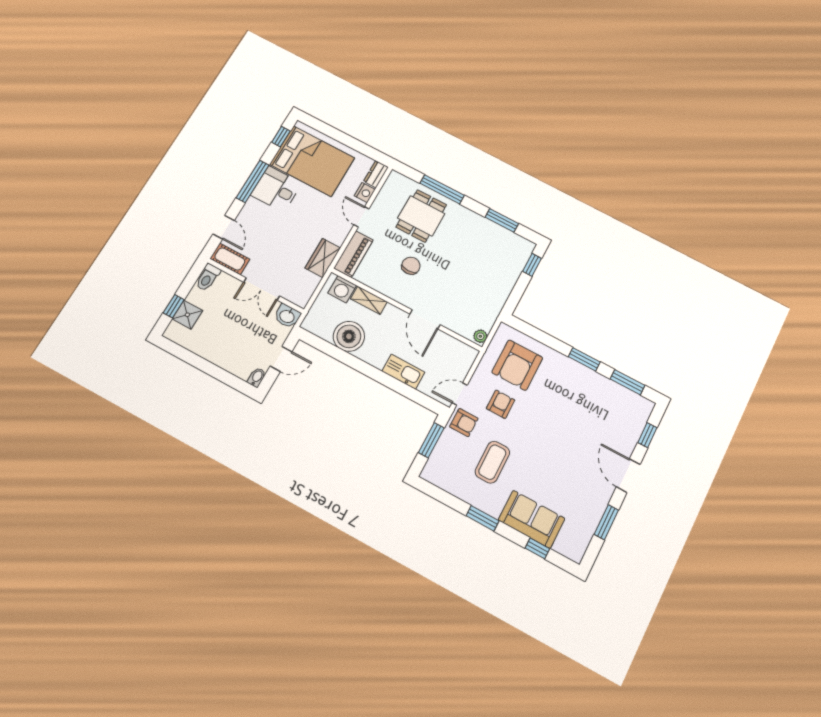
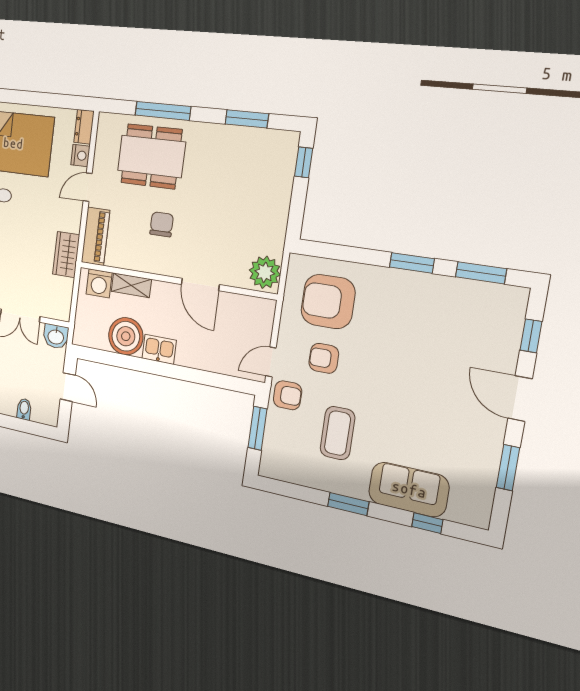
dining table: (421, 216) -> (151, 156), width x1.38
door: (361, 217) -> (88, 187), hinge flipped
plant: (480, 336) -> (265, 272), width x1.88, depth x1.88
door: (281, 359) -> (68, 387), hinge flipped
armchair: (517, 365) -> (328, 302), turned 90
kitchen sink: (403, 372) -> (159, 349), moved, width x0.73
bidet: (257, 377) -> (24, 409), moved
armchair: (501, 404) -> (324, 358), turned -90

